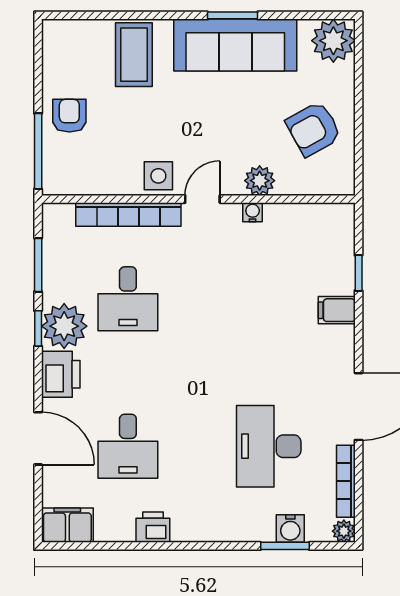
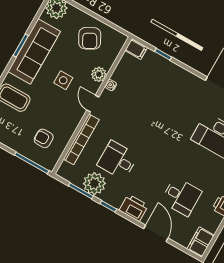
armchair: (69, 116) -> (44, 138), moved
side table: (158, 176) -> (63, 80), moved
desk: (128, 299) -> (118, 160), turned 180
filing cabinet: (337, 310) -> (136, 49), moved, turned -90
plant: (64, 326) -> (94, 184), moved
door: (38, 438) -> (156, 233), hinge flipped

